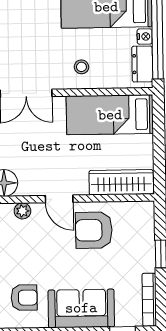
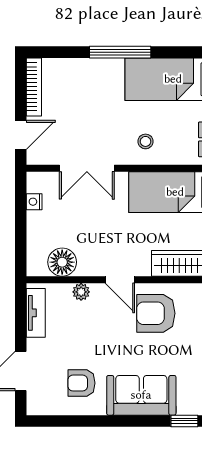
armchair: (24, 298) -> (81, 383), turned 180

